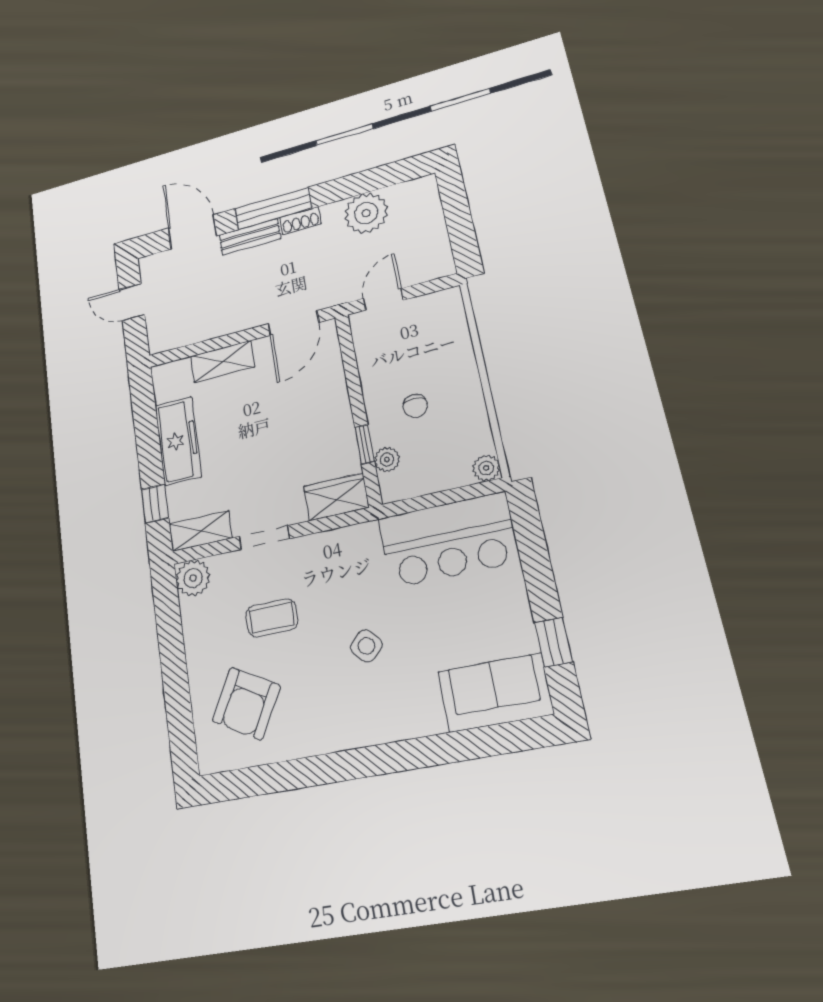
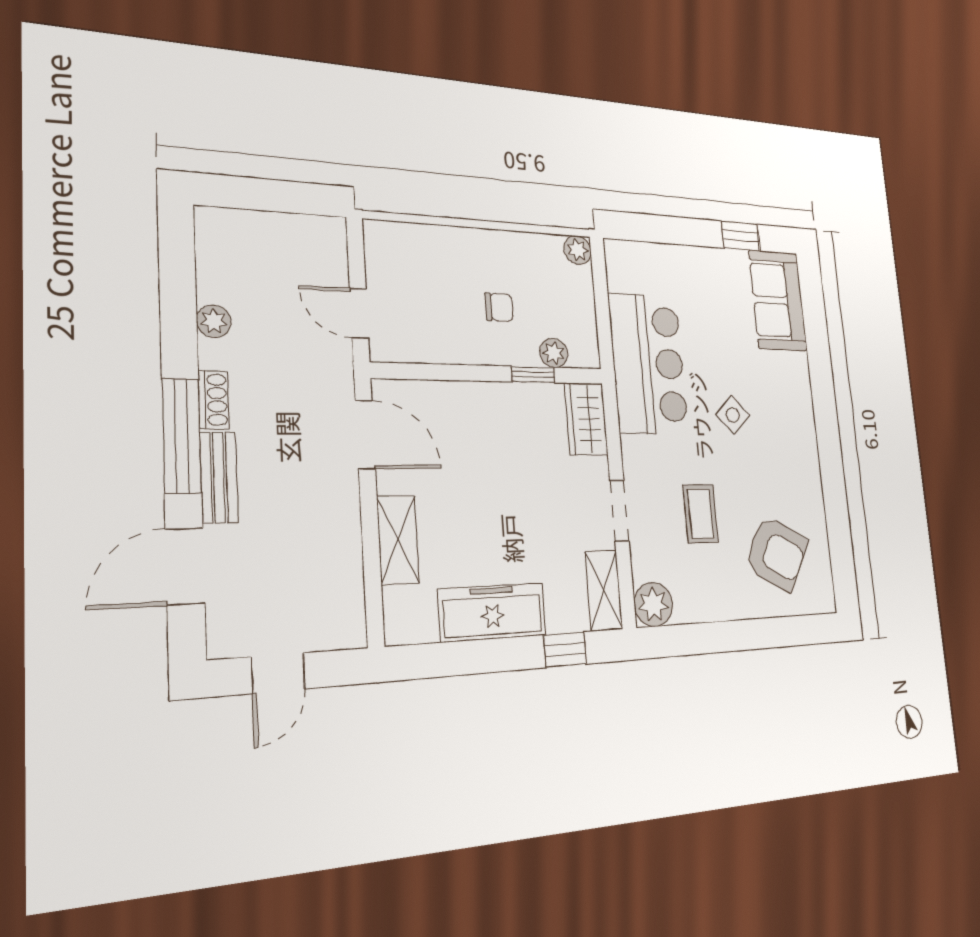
plant: (366, 213) -> (214, 321), width x0.53, depth x0.53
bar counter: (448, 540) -> (648, 363), moved

